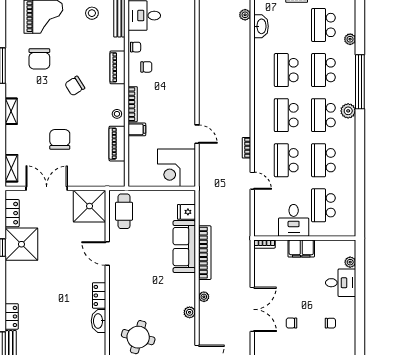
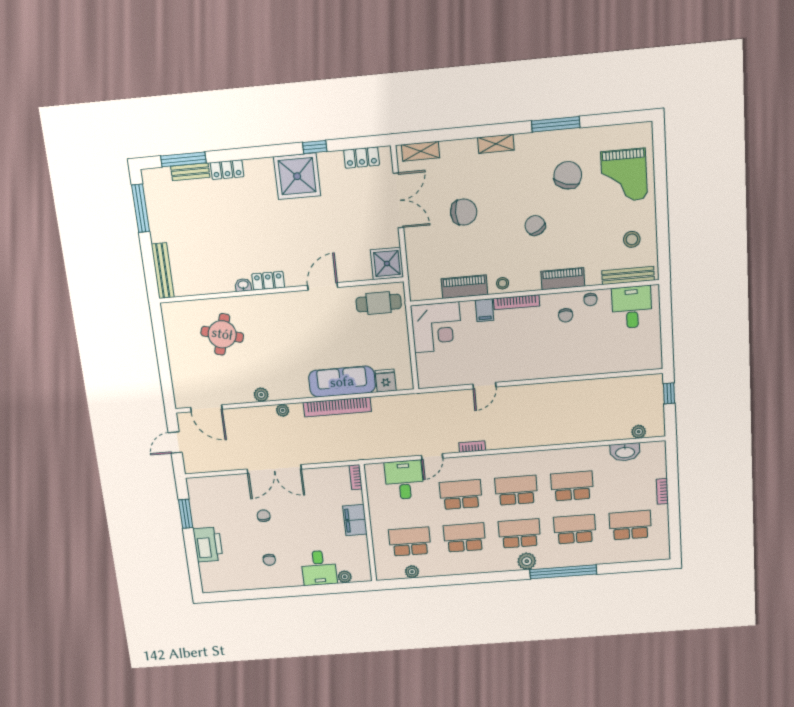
plant: (350, 39) -> (412, 572), moved
chair: (39, 59) -> (568, 175), turned 106
corner desk: (176, 168) -> (437, 327), moved, turned 180
shower: (90, 206) -> (387, 263), width x0.73, depth x0.73
desk: (294, 220) -> (404, 480), moved, turned 90
shower: (21, 244) -> (297, 176), moved
washbasin: (98, 321) -> (243, 285), width x0.52, depth x0.69

